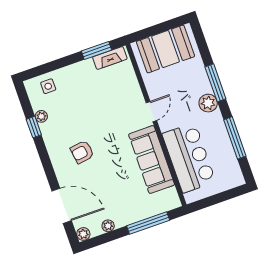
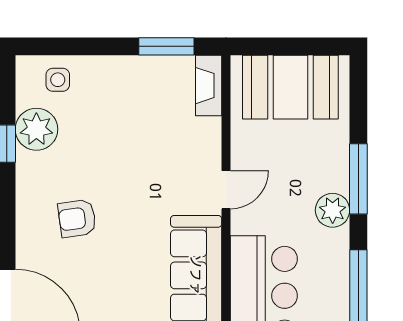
fireplace: (110, 58) -> (209, 86), moved, turned 90
plant: (41, 116) -> (36, 129), width x1.87, depth x1.87

